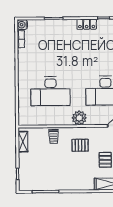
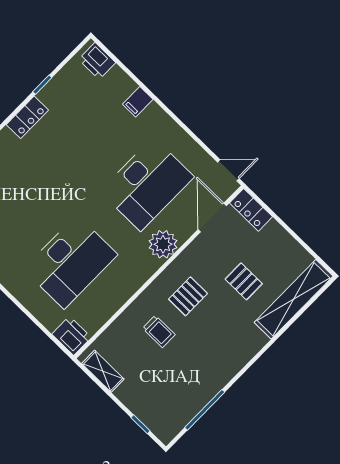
printer: (25, 118) -> (72, 336), added
plant: (79, 118) -> (163, 244), moved
trolley: (54, 136) -> (159, 331), moved

